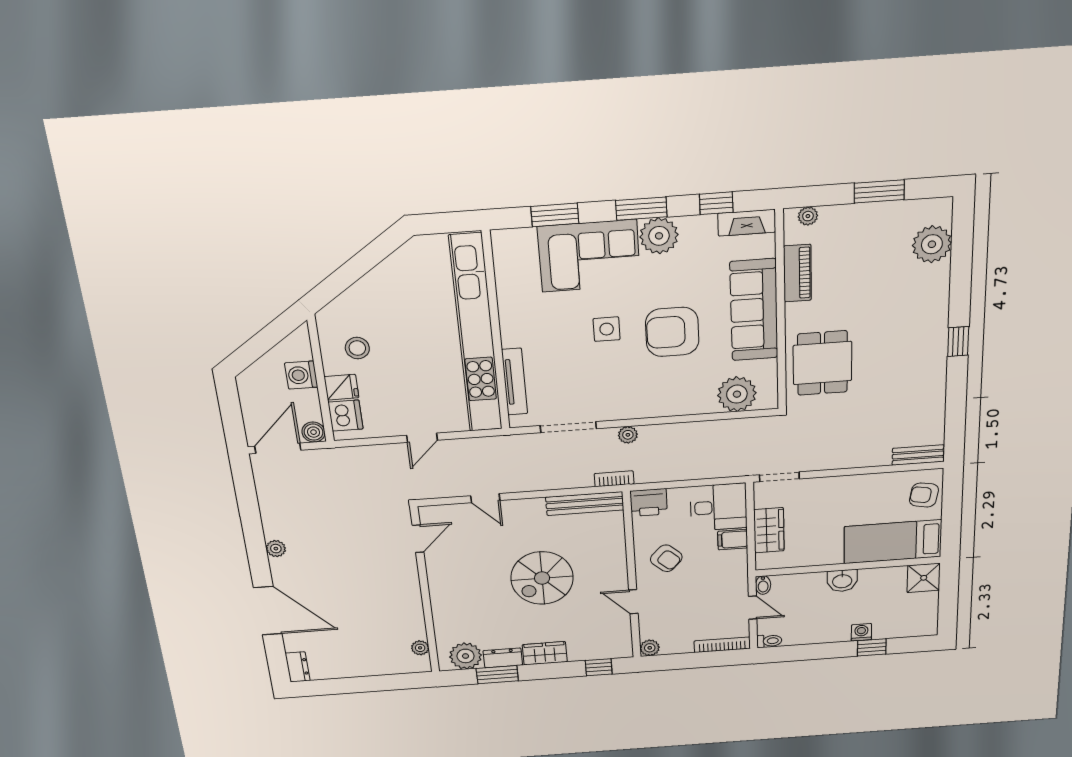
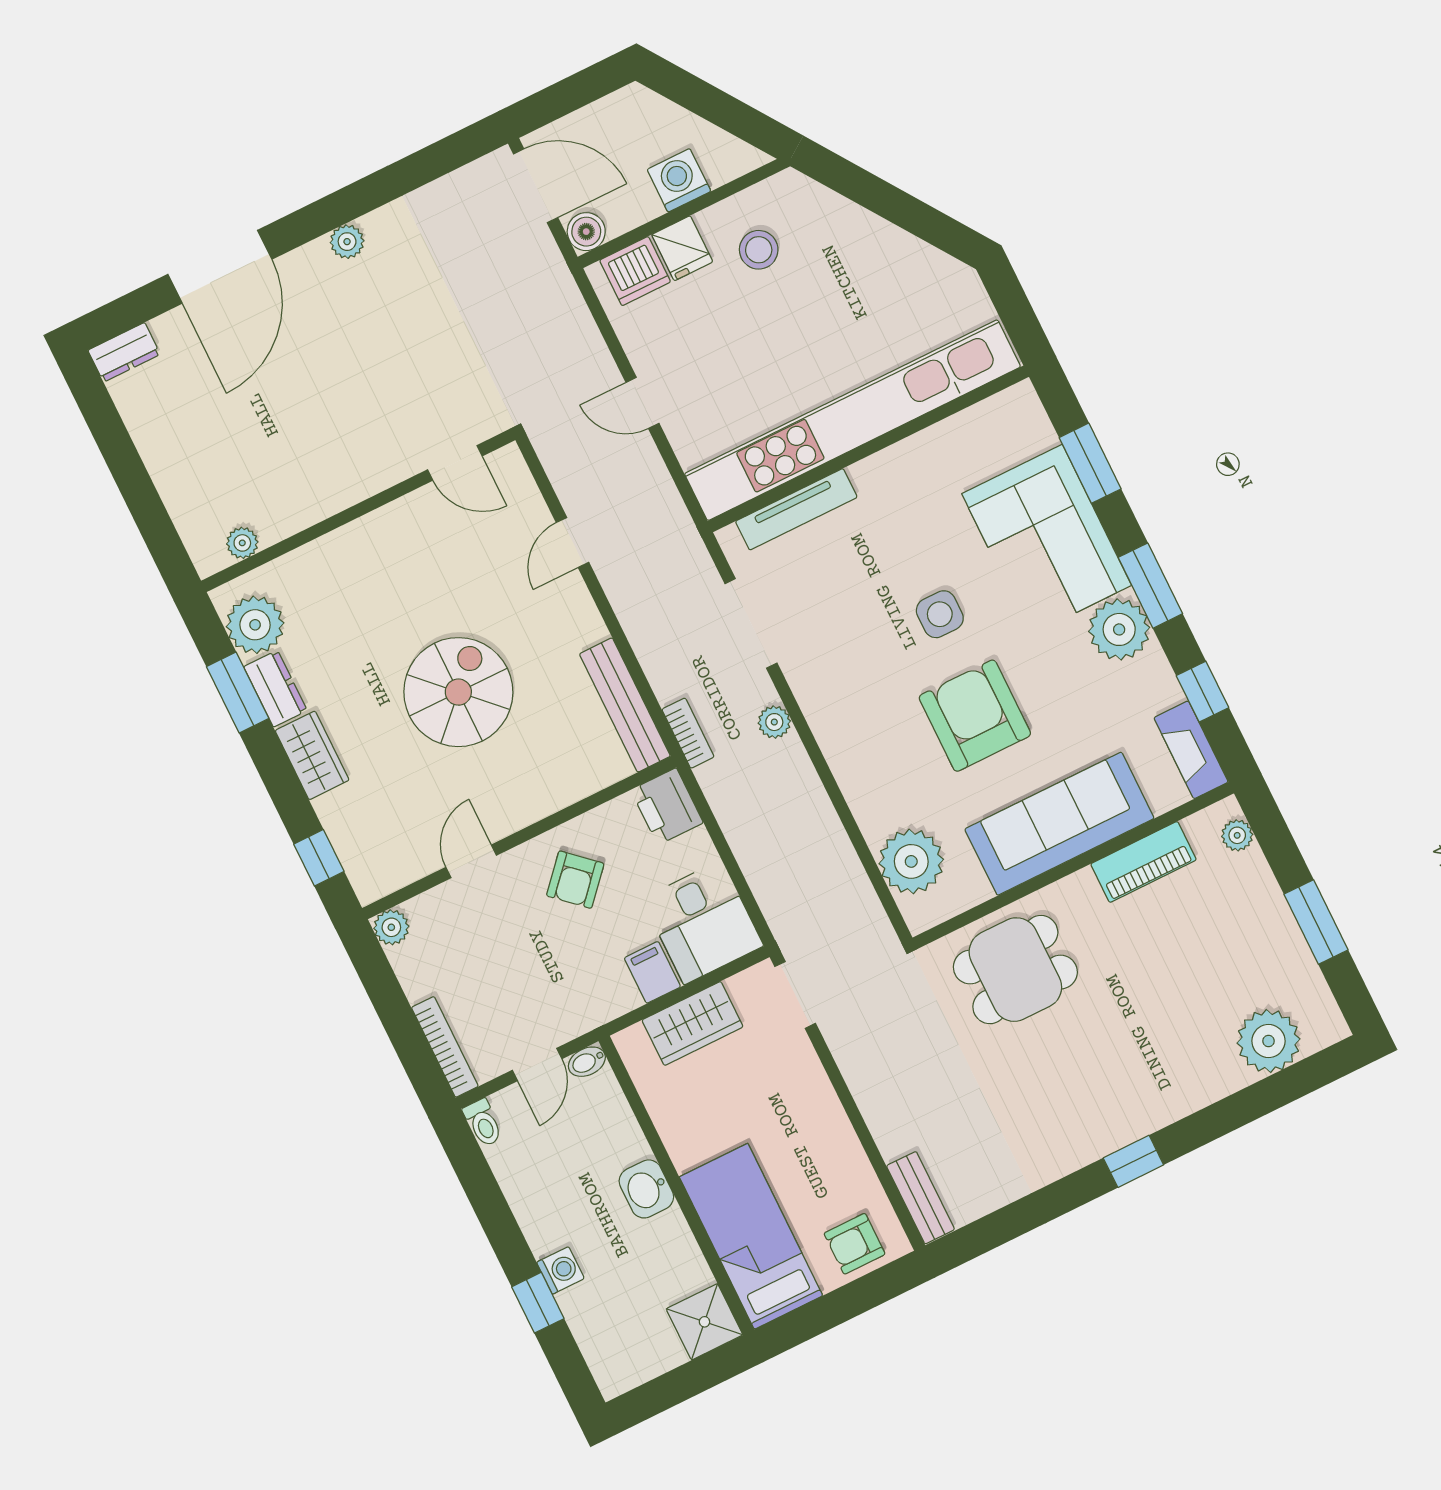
armchair: (924, 495) -> (855, 1244), turned -100
spiral stairs: (542, 578) -> (458, 692), turned 90

